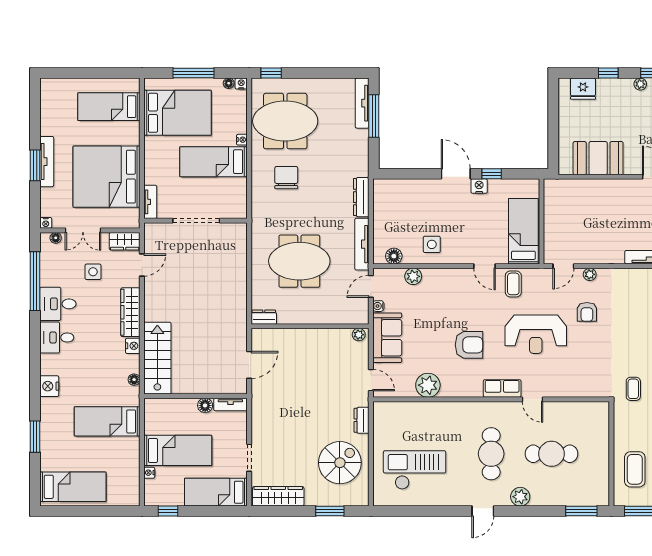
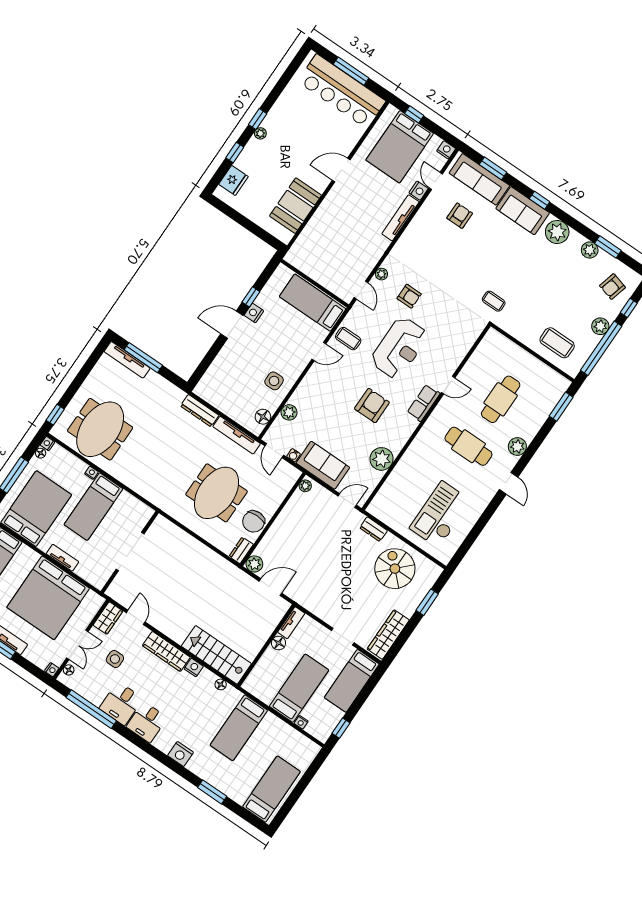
chair: (286, 178) -> (254, 521), moved, turned -90
tv unit: (150, 202) -> (62, 558), moved
plant: (260, 337) -> (254, 564), added
door: (249, 365) -> (270, 587), hinge flipped

